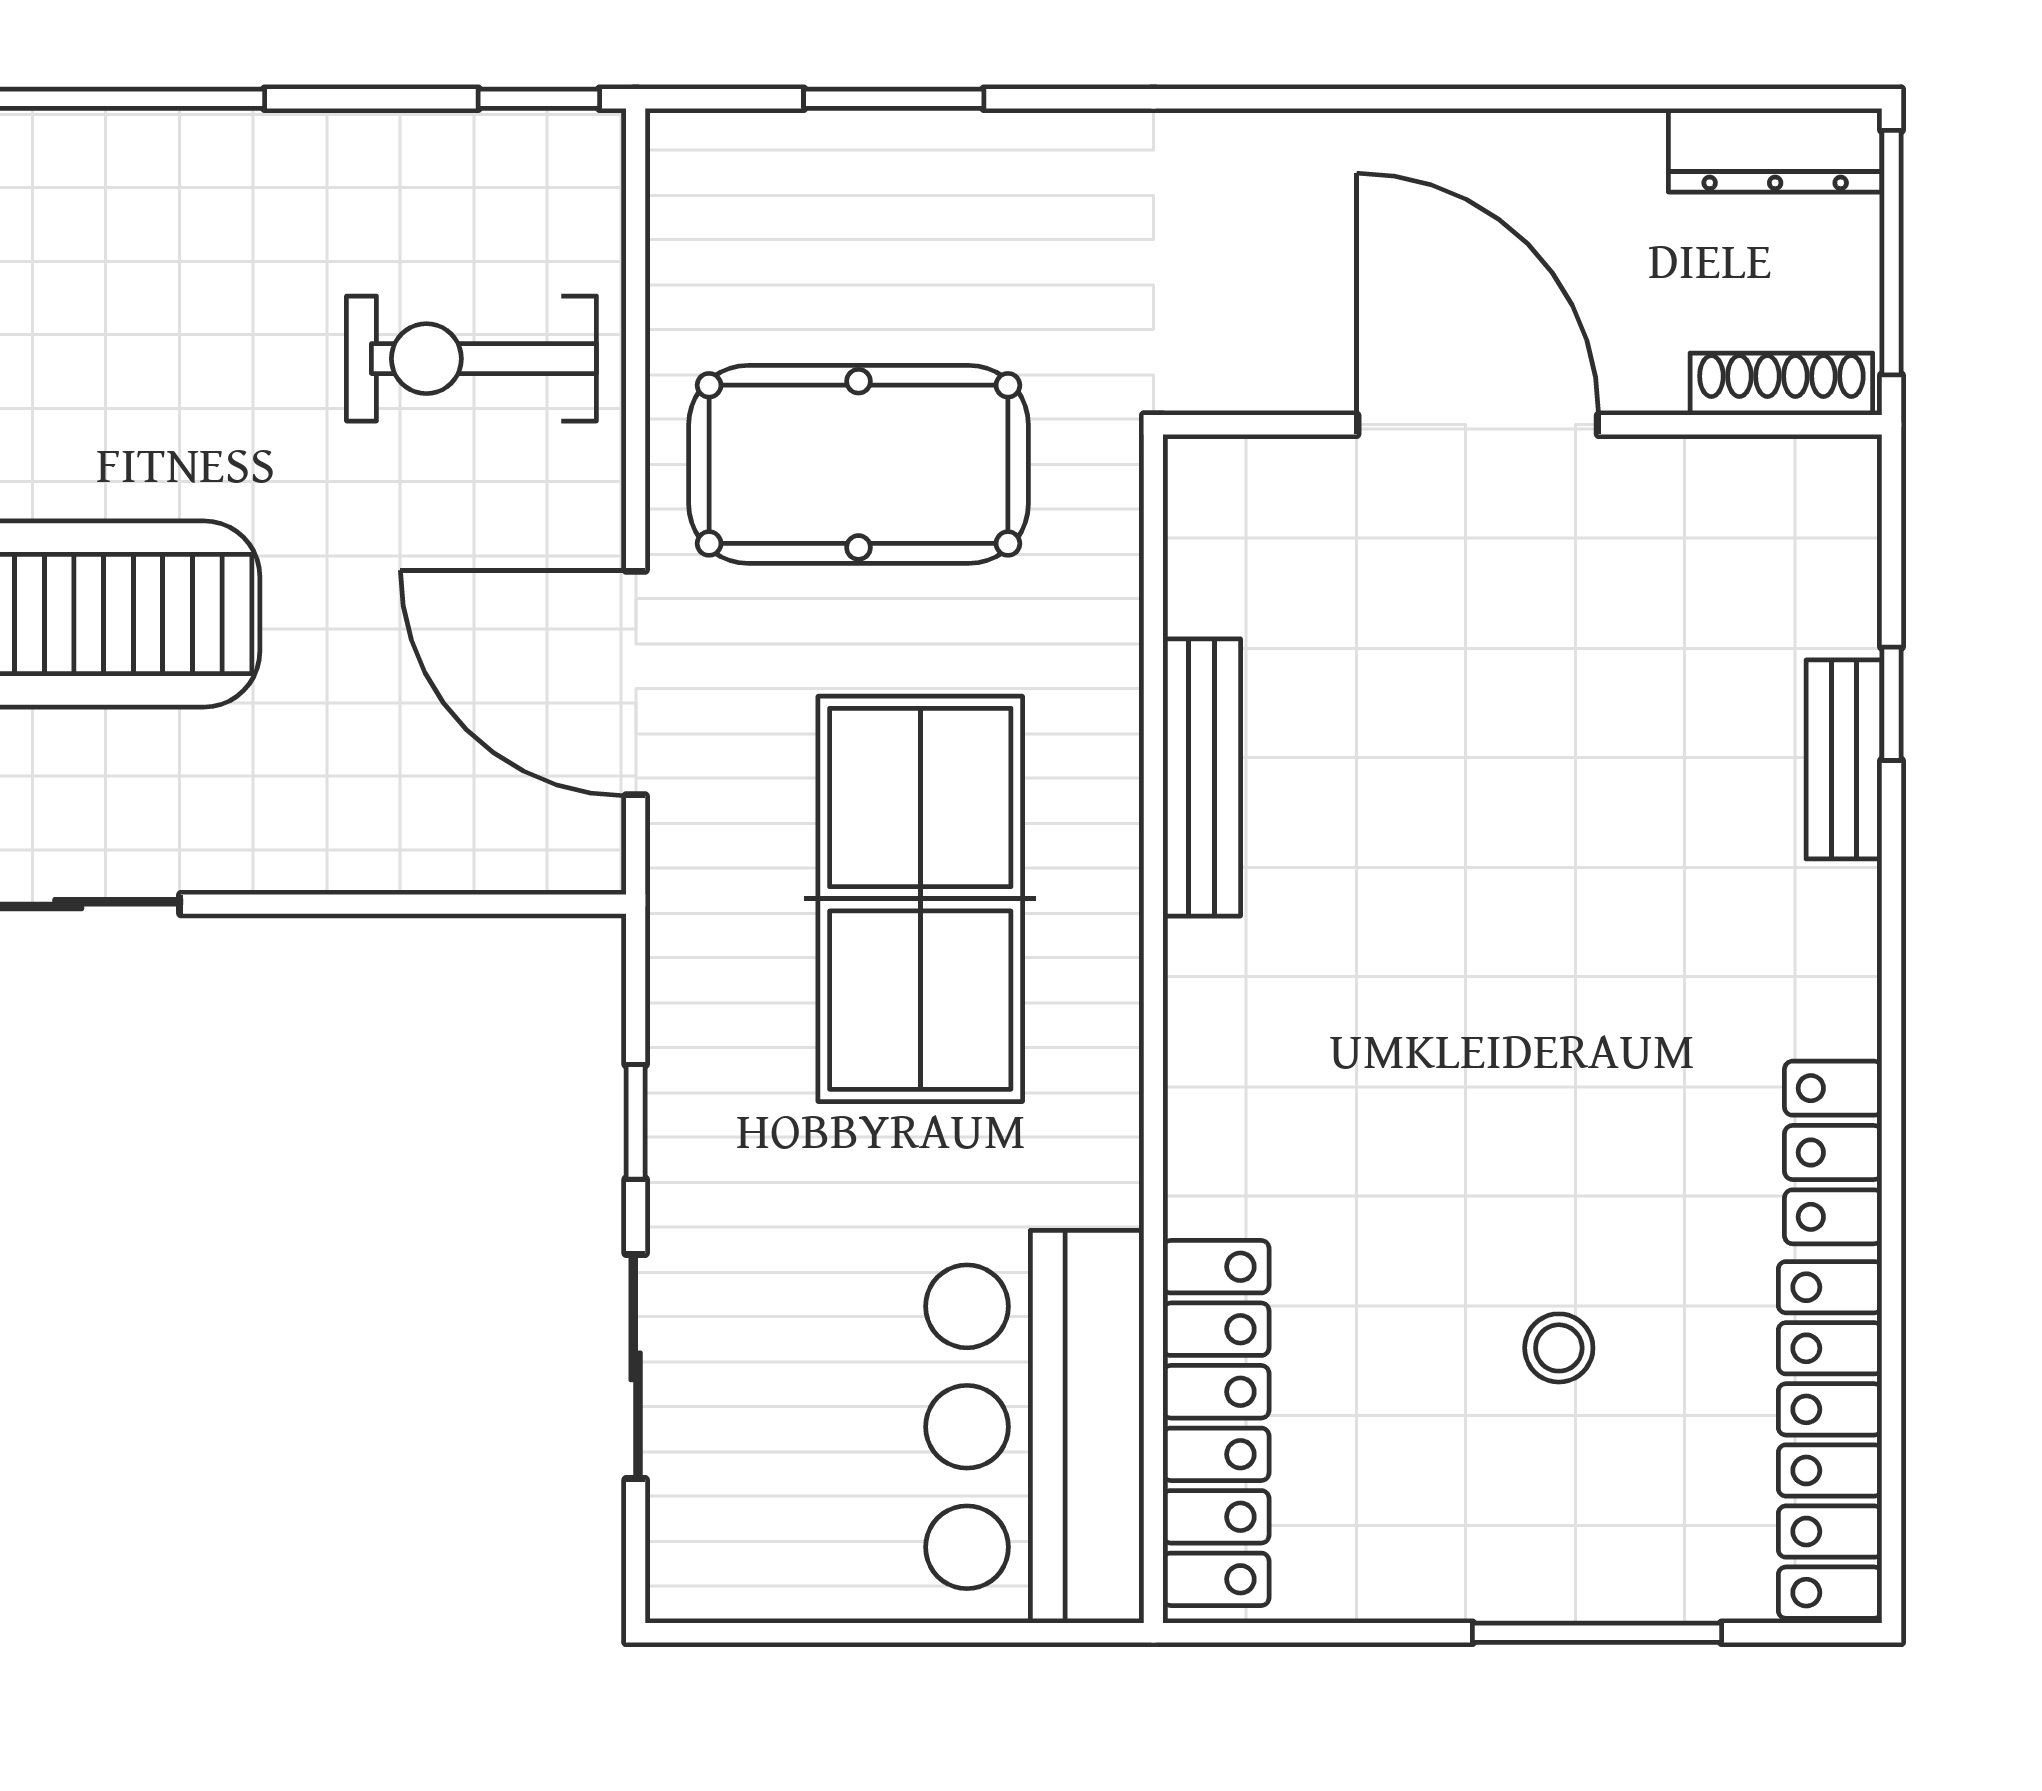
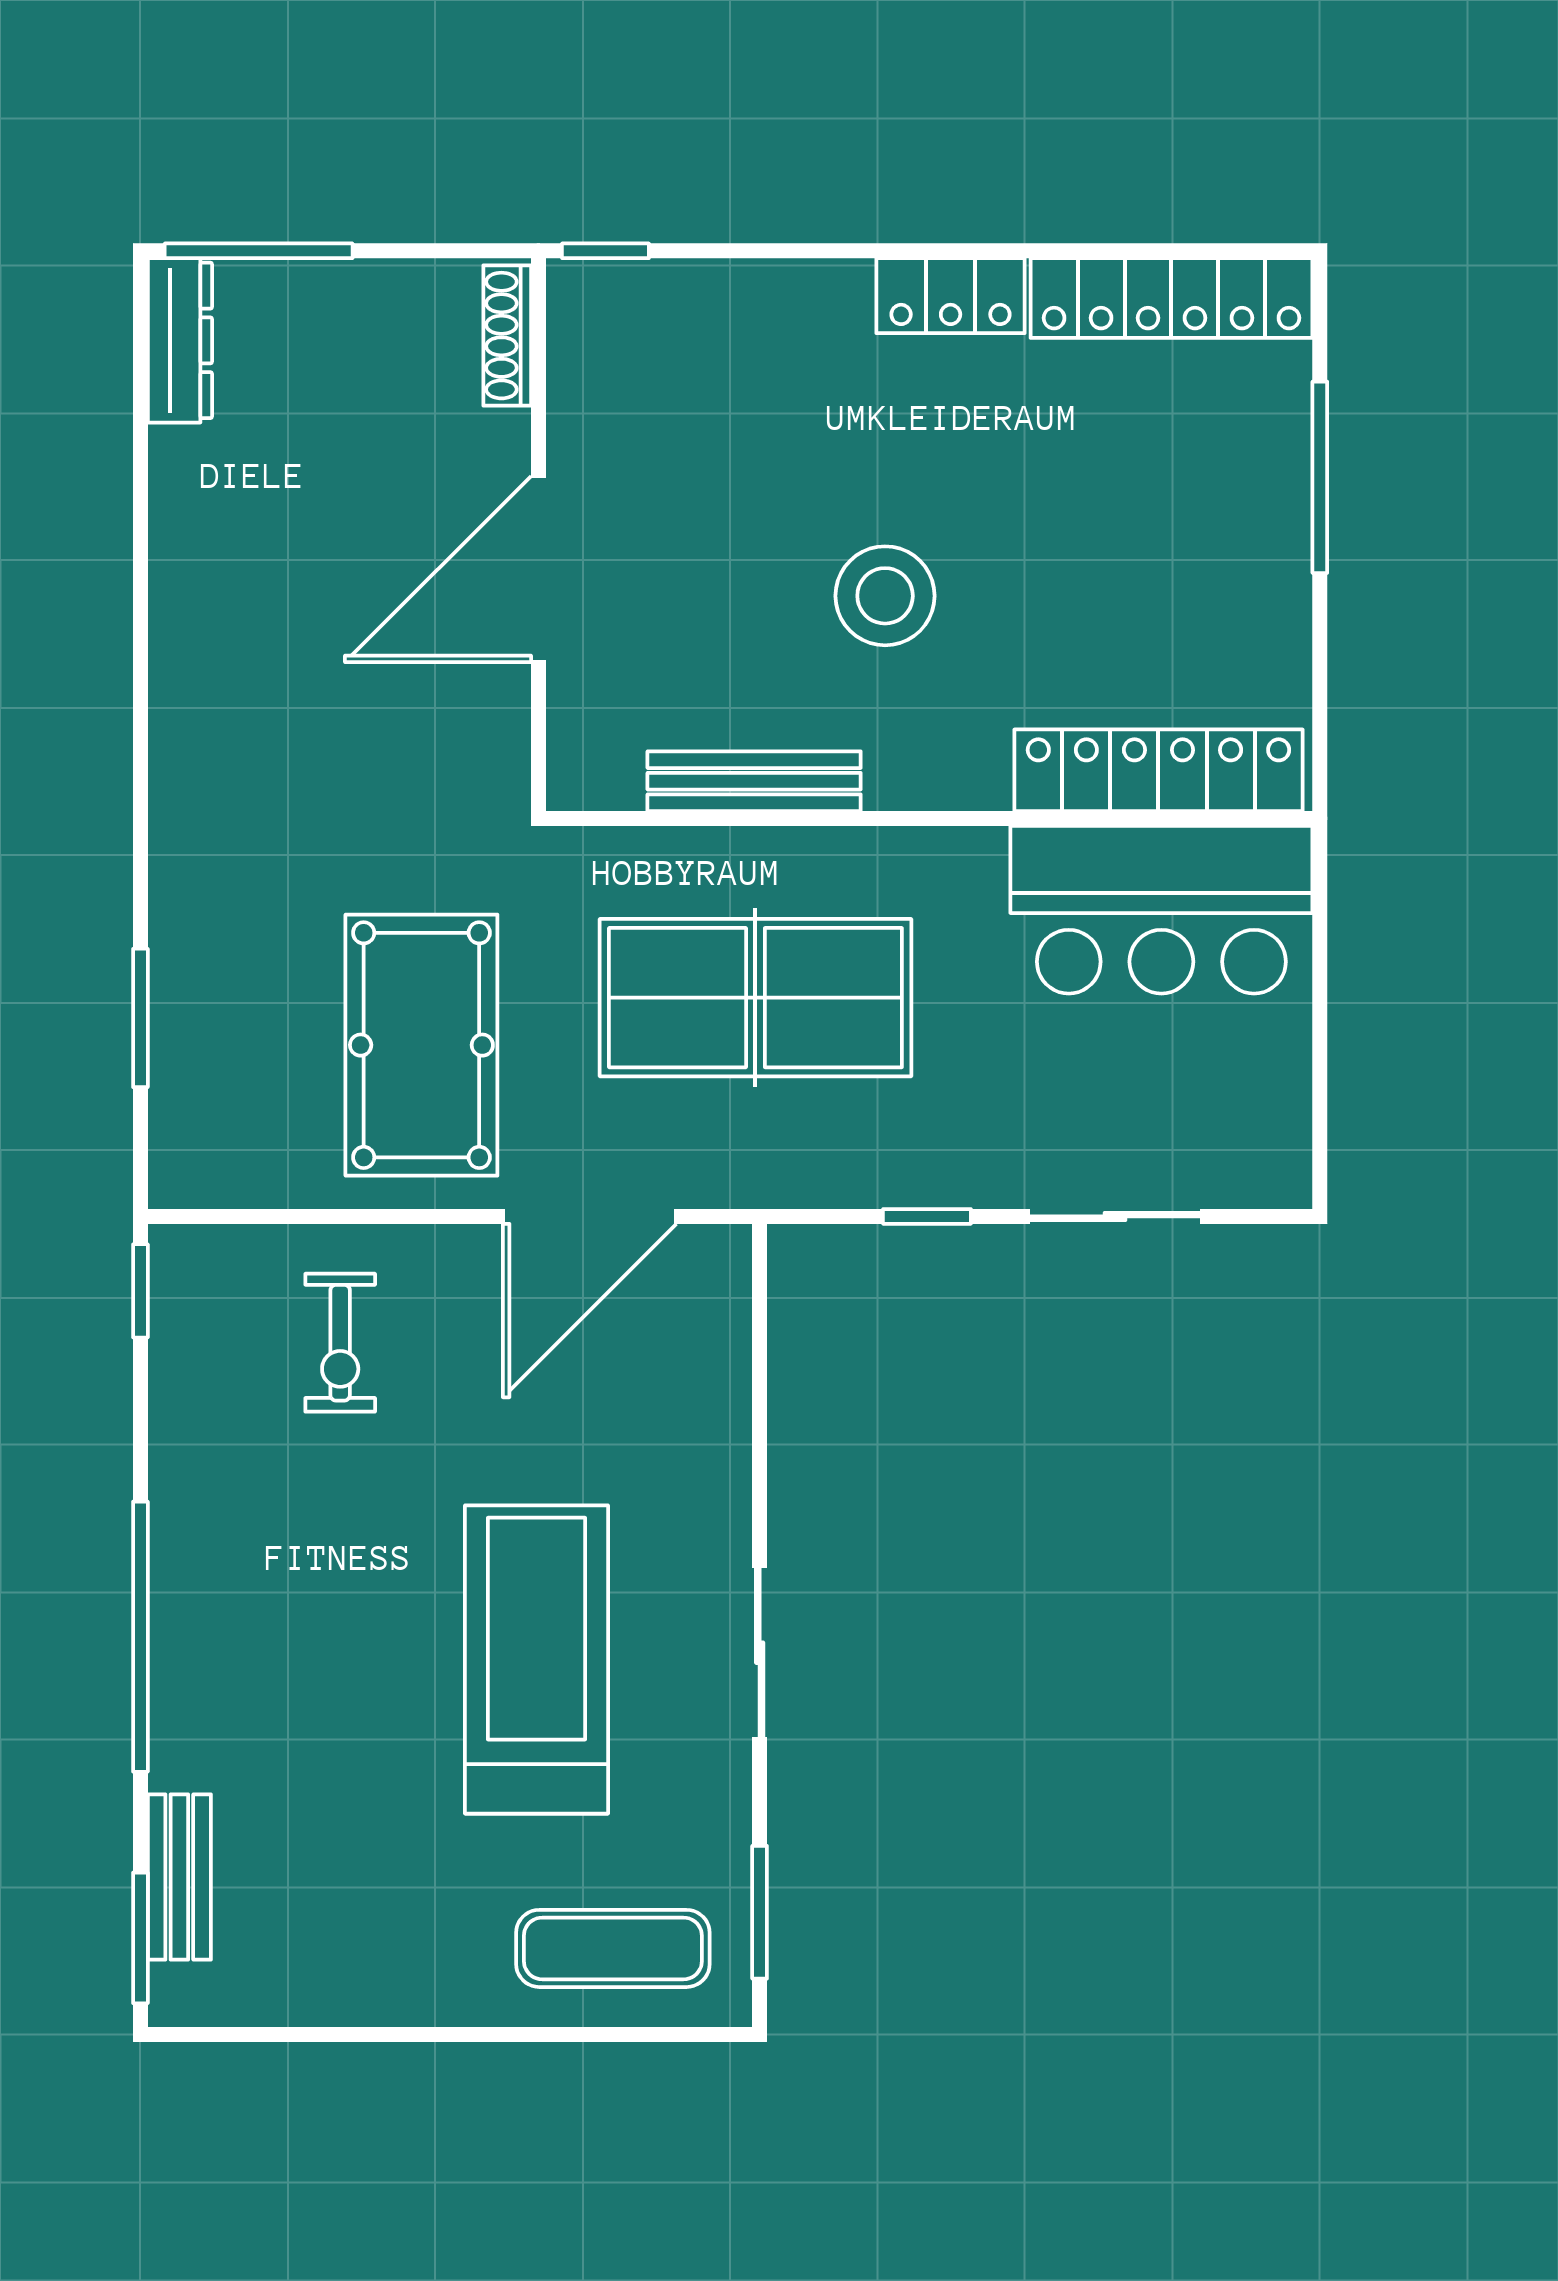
exercise bike: (471, 359) -> (340, 1343), width x0.73, depth x0.72
shoe rack: (1781, 384) -> (507, 336), moved
door: (1478, 425) -> (538, 569), moved
wall: (1522, 425) -> (538, 535), moved
bench: (1844, 759) -> (648, 287), removed
bench: (1202, 777) -> (754, 781), moved
stool: (1559, 1348) -> (885, 596), moved, width x1.89, depth x1.89

